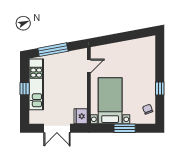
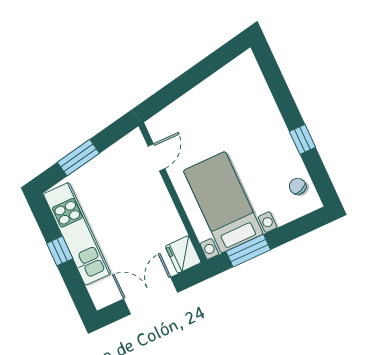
window: (53, 50) -> (78, 158), width x0.69
double door: (57, 128) -> (151, 296), swing flipped
window: (125, 128) -> (248, 251), moved

